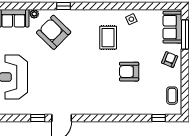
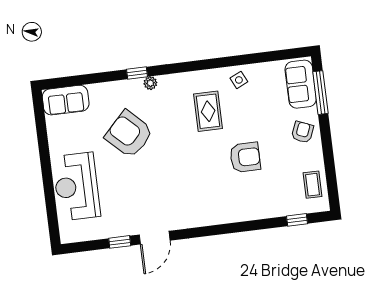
plant: (34, 14) -> (150, 83), moved
armchair: (54, 32) -> (129, 134), moved
armchair: (129, 72) -> (245, 157), turned 180

